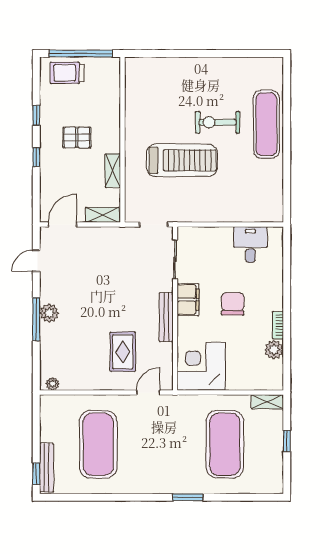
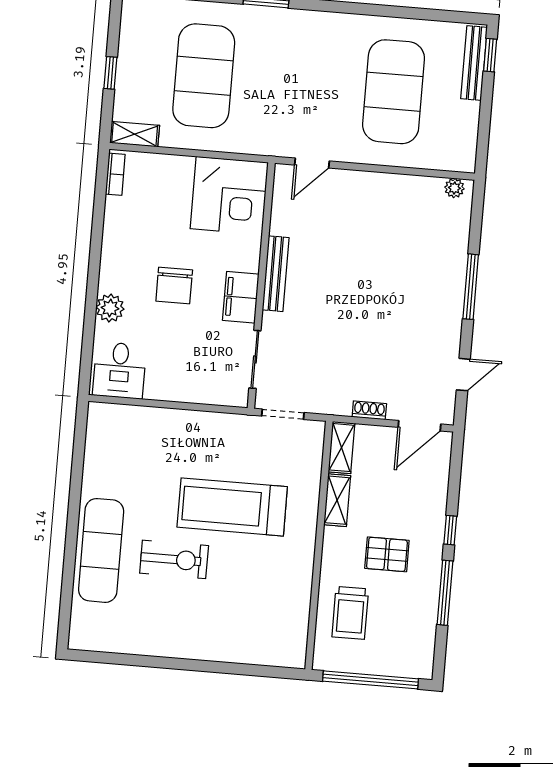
trolley: (67, 73) -> (350, 613), moved, turned 90
window: (36, 115) -> (445, 593), width x2.17
shelving: (102, 215) -> (341, 448), moved, turned 90
shoe rack: (97, 232) -> (369, 410), added
desk: (250, 245) -> (119, 370), moved
plant: (49, 313) -> (451, 295), removed
bookcase: (278, 325) -> (115, 174), moved
plant: (274, 350) -> (110, 308), moved
rug: (123, 352) -> (345, 227), removed

